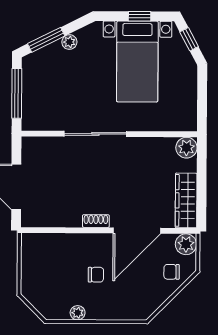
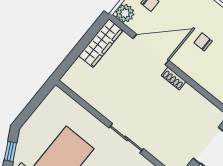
sliding door: (95, 134) -> (126, 138), width x0.73
plant: (186, 148) -> (72, 79), removed

